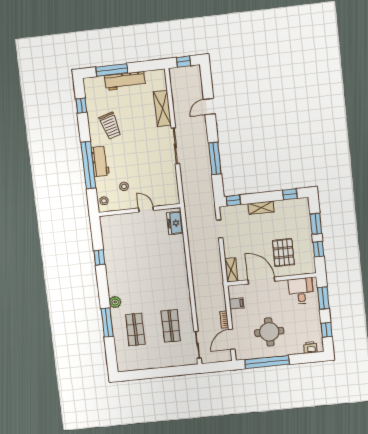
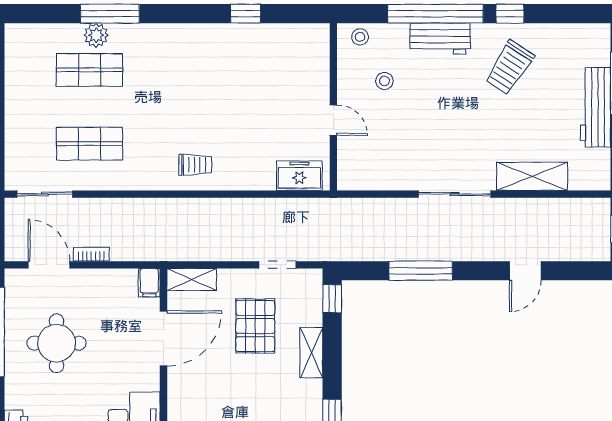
window: (81, 106) -> (510, 14), moved
door: (209, 107) -> (525, 271), swing flipped
trolley: (110, 126) -> (510, 67), turned -41
door: (146, 209) -> (333, 120), hinge flipped
pallet: (283, 252) -> (255, 326), moved, turned 90
trolley: (175, 274) -> (195, 165), added
plant: (115, 302) -> (96, 35), moved
filing cabinet: (236, 303) -> (149, 283), moved

